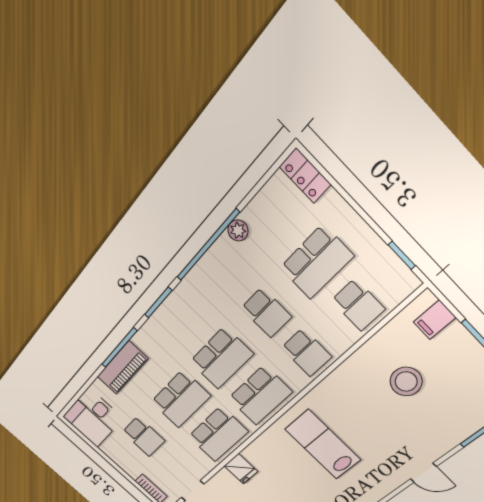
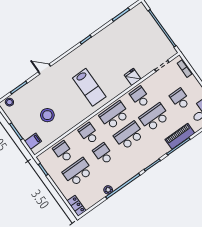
school desk: (218, 434) -> (140, 97), width x0.54

